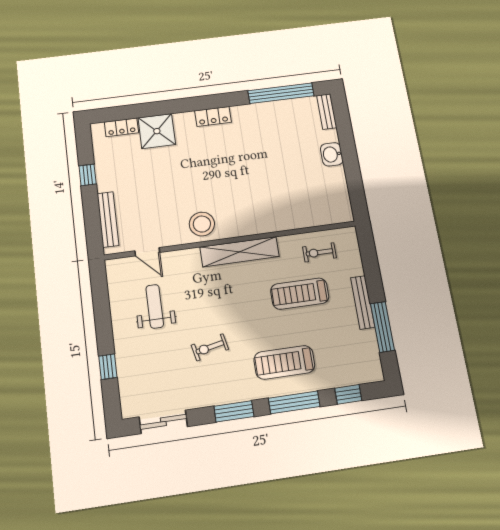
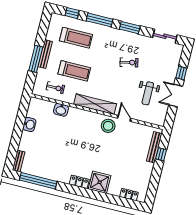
shower: (157, 131) -> (100, 182), moved
washbasin: (332, 154) -> (29, 125), moved
window: (88, 175) -> (161, 154), moved
washbasin: (294, 219) -> (61, 110), added
door: (147, 252) -> (124, 118), moved
double door: (103, 322) -> (176, 96), added
window: (382, 327) -> (36, 59), moved
treadmill: (284, 362) -> (76, 38), moved

